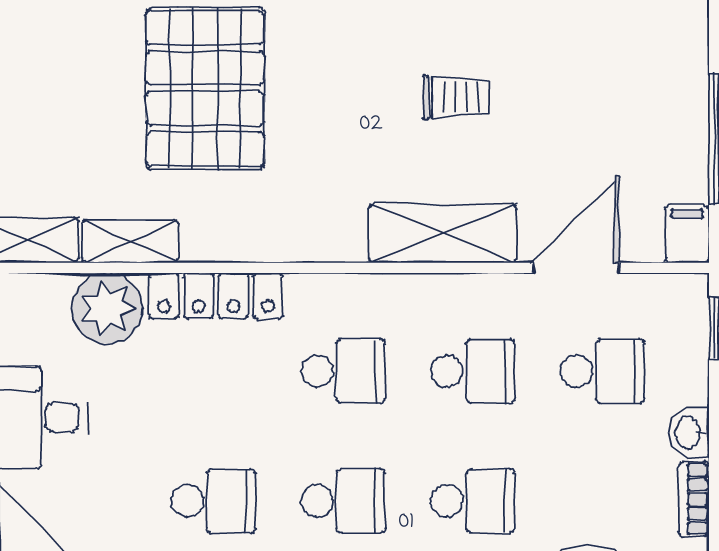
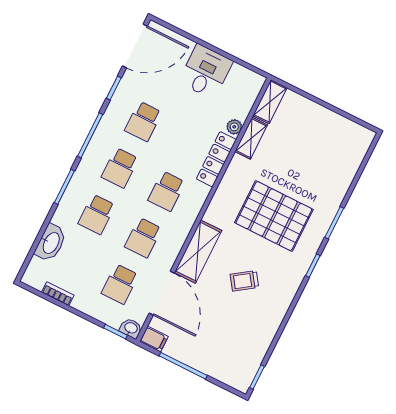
pallet: (205, 88) -> (274, 216), moved
trolley: (456, 97) -> (244, 281), turned 55
door: (576, 268) -> (162, 293), width x1.36
plant: (107, 308) -> (234, 127), width x0.53, depth x0.53
washbasin: (689, 433) -> (131, 328), moved

